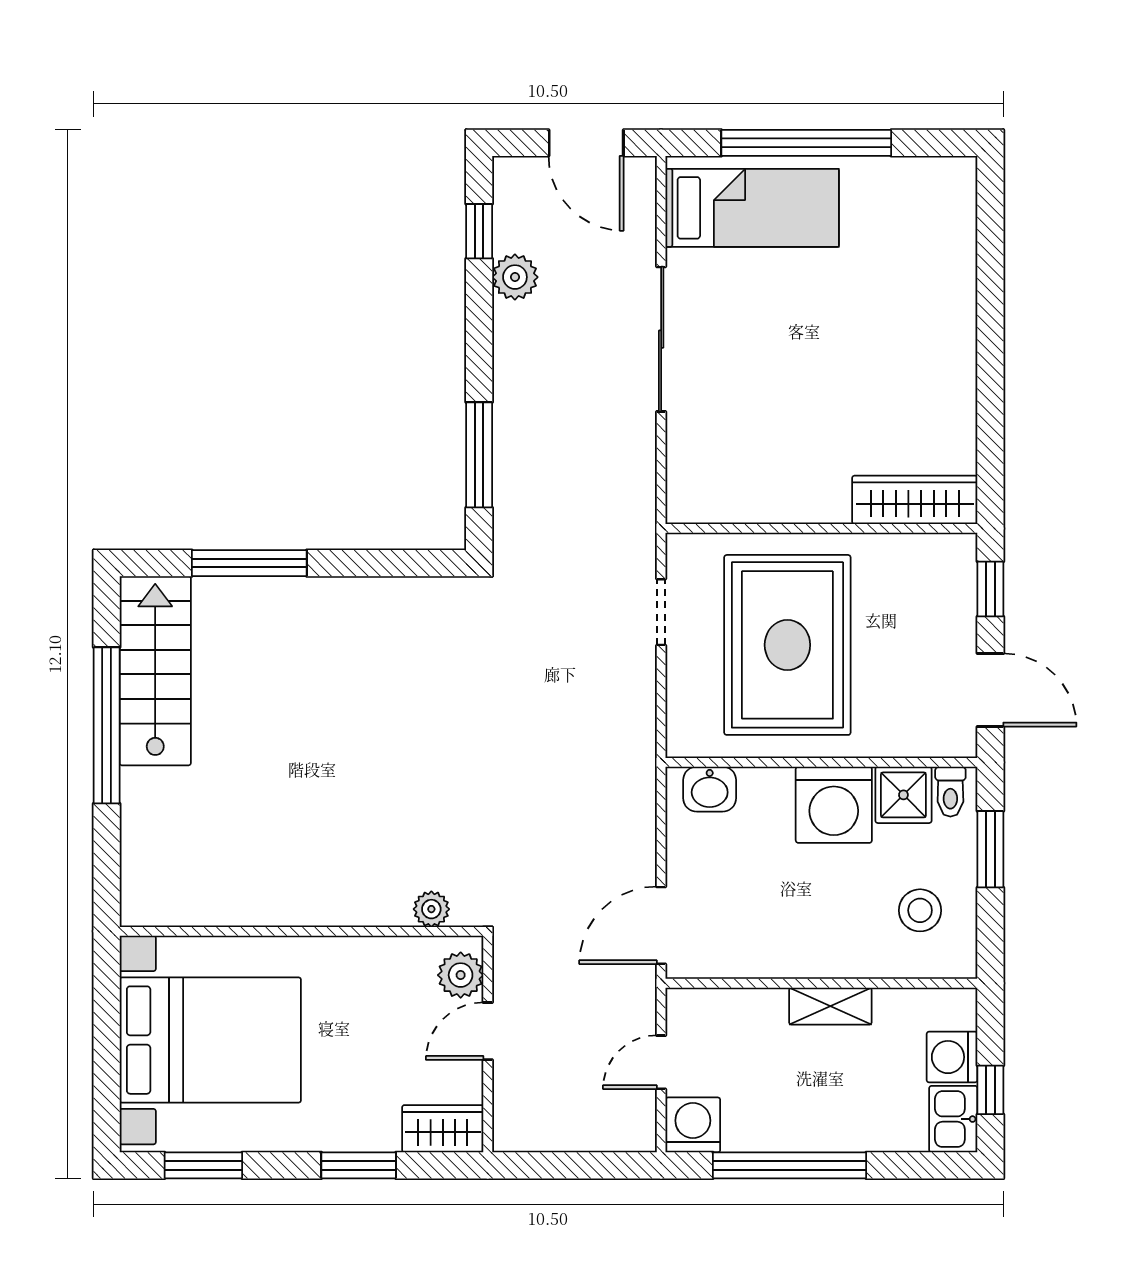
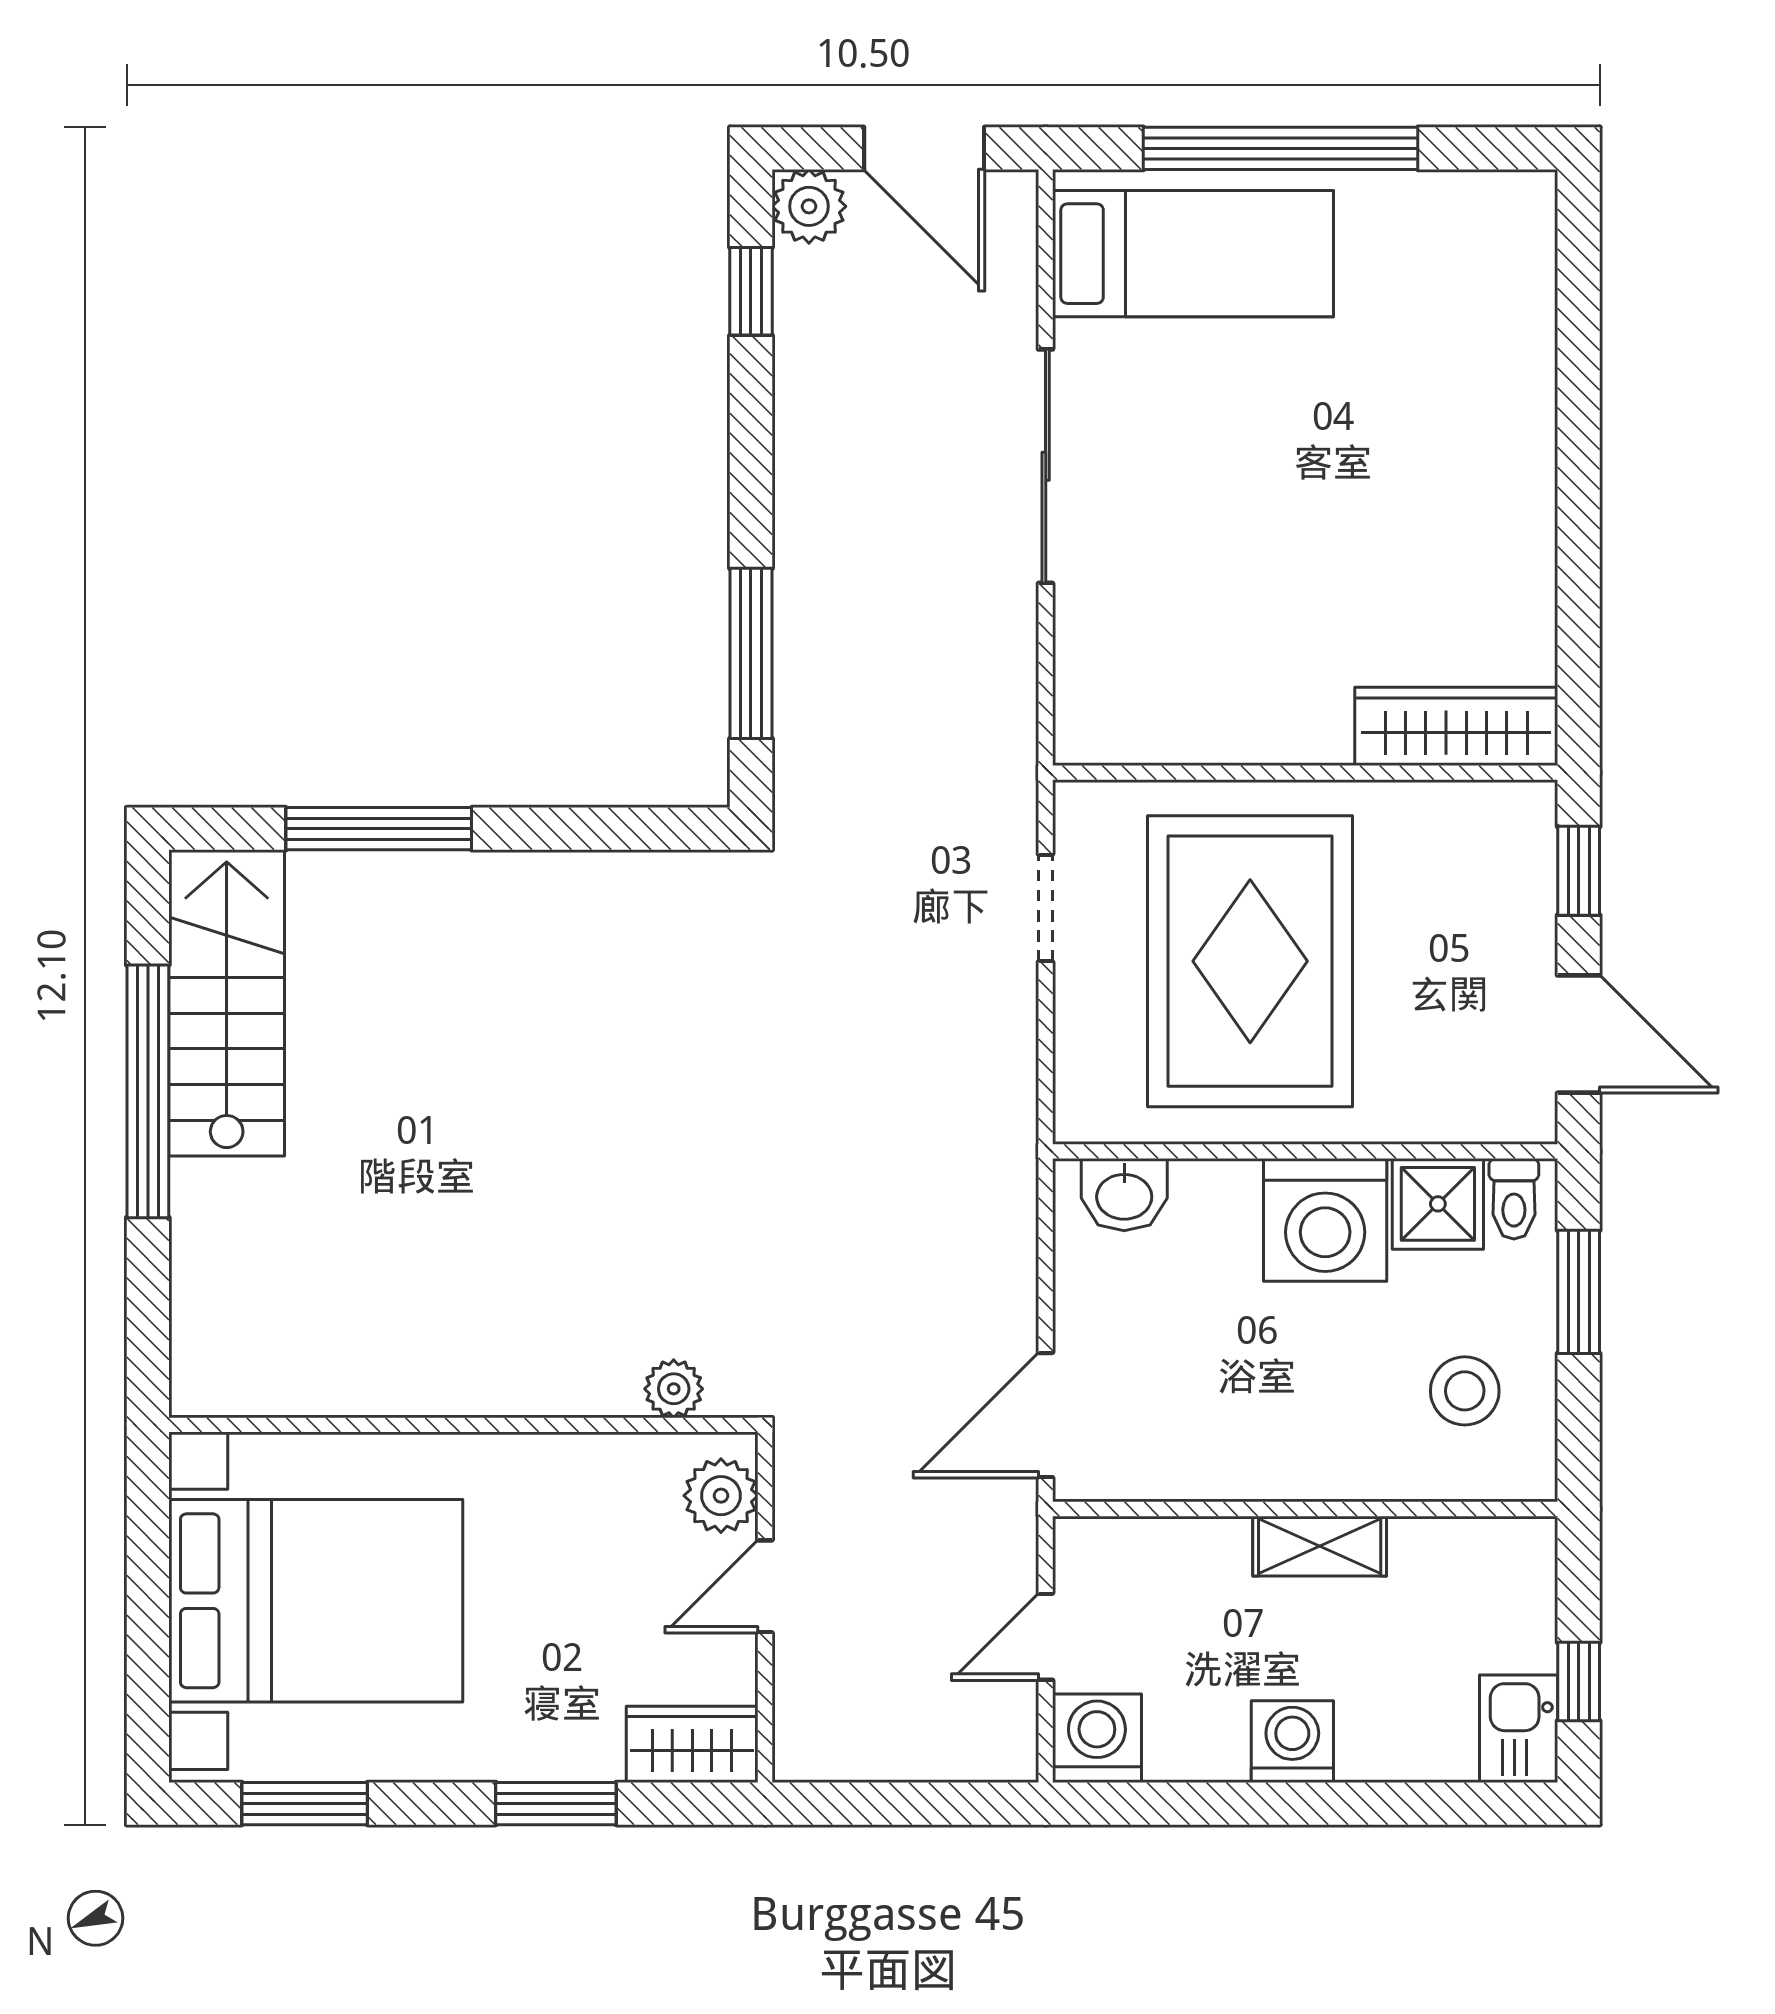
plant: (515, 277) -> (809, 206), moved
washing machine: (952, 1057) -> (1292, 1742), moved, turned 90
window: (789, 1165) -> (1253, 1804), removed

